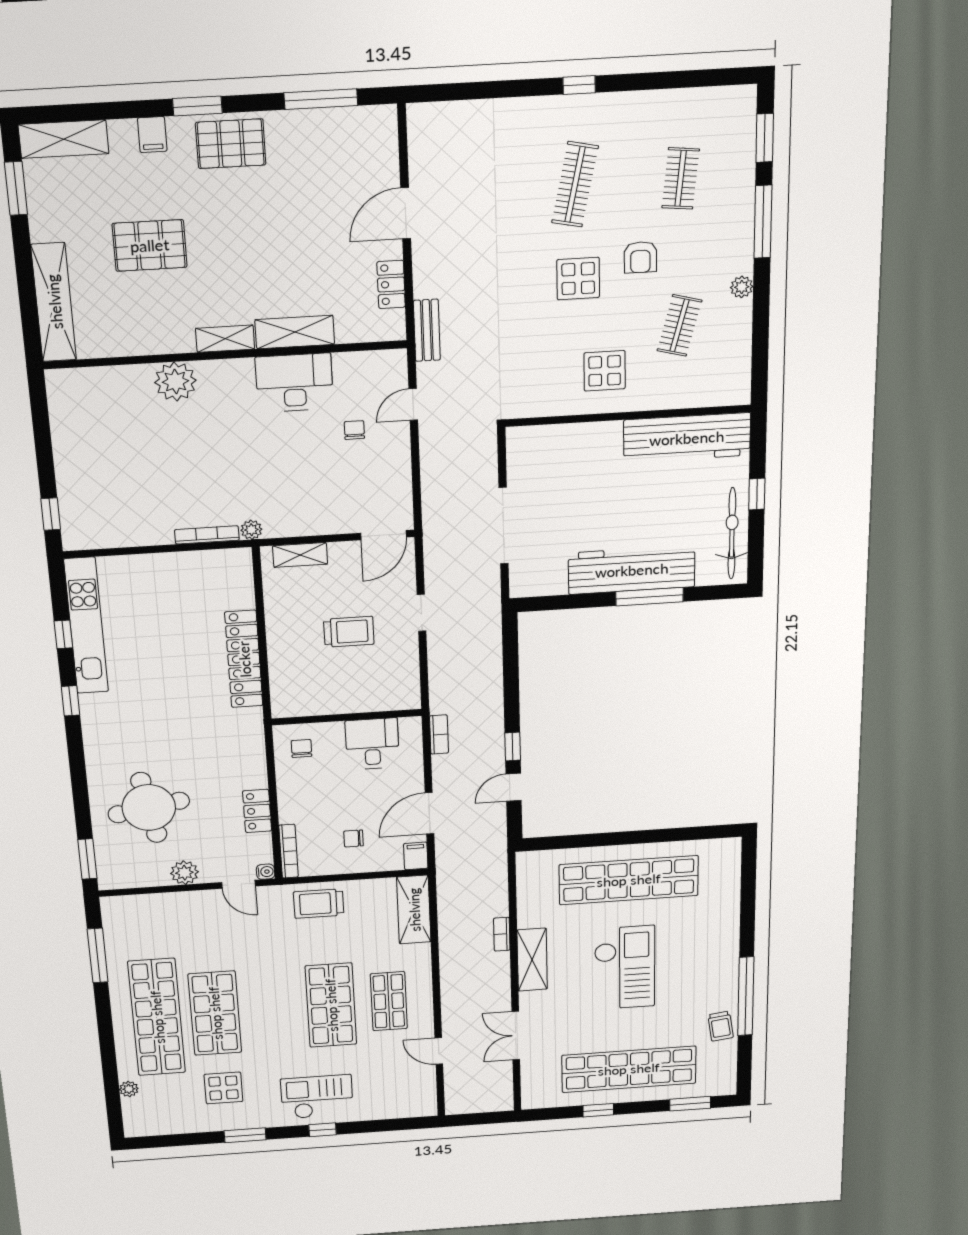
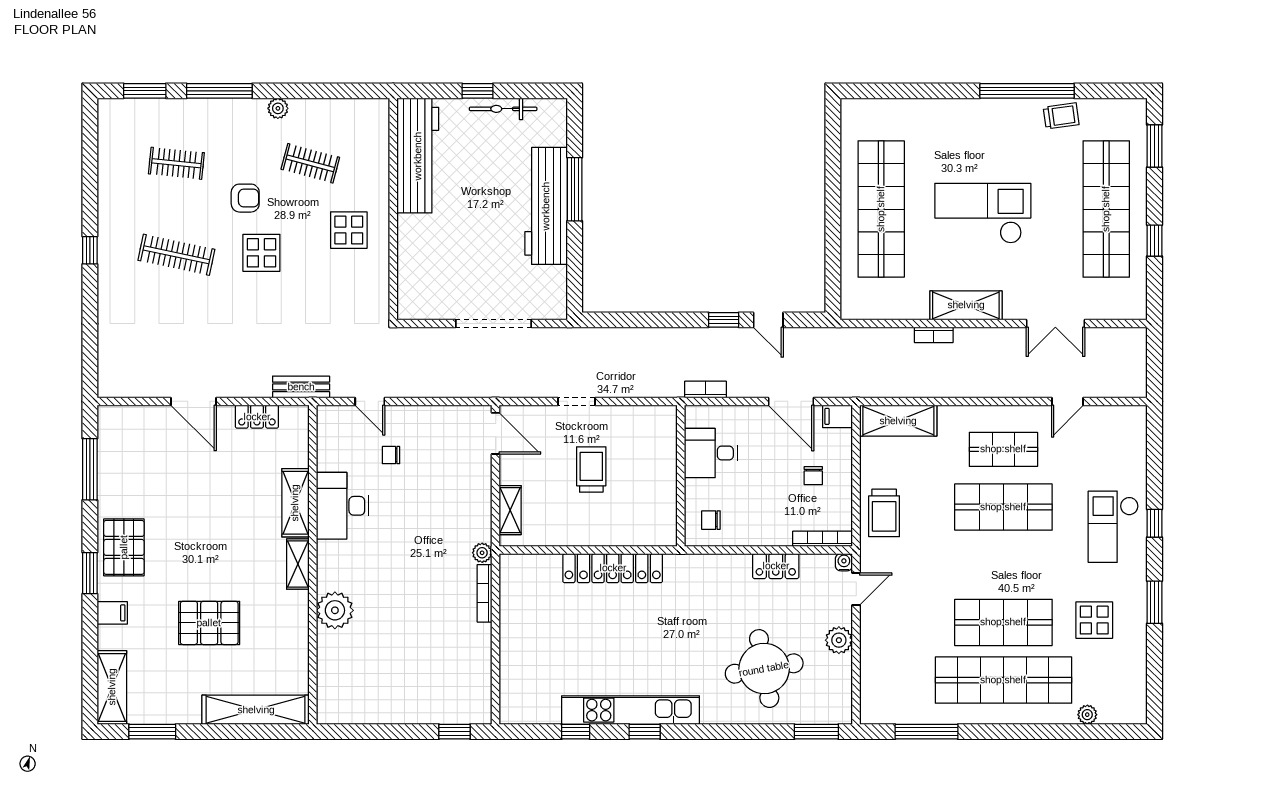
pallet: (150, 245) -> (209, 623), turned 90
bicycle: (732, 533) -> (503, 109), width x0.73, depth x0.71
kitchen unit: (86, 626) -> (630, 710), moved

